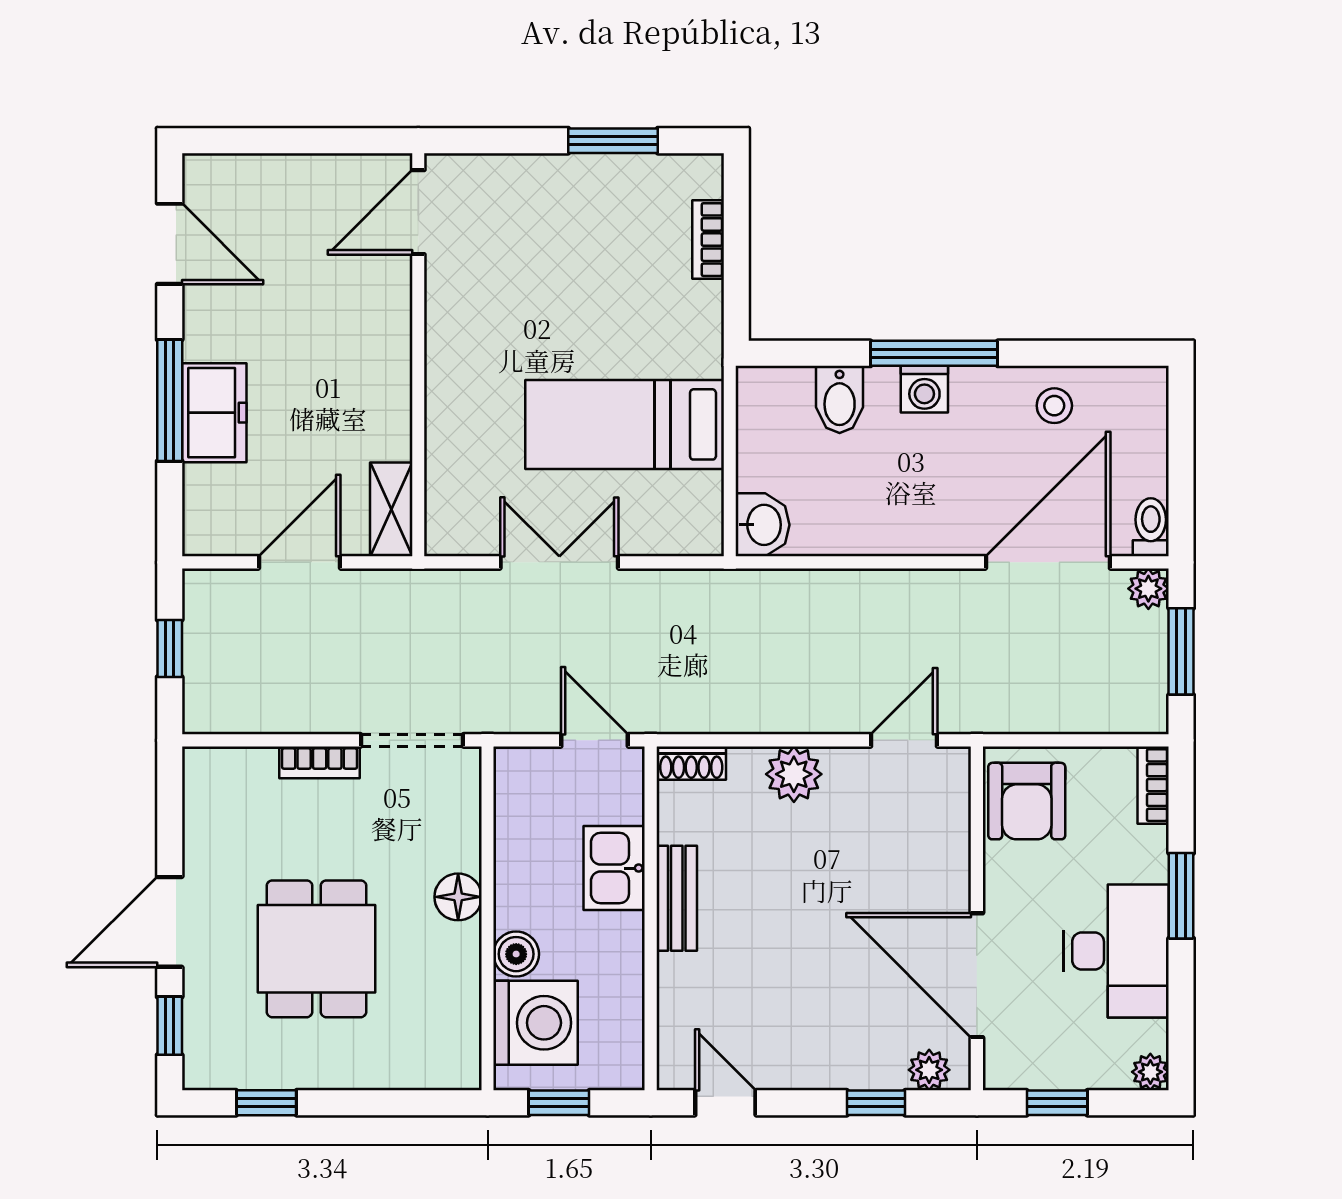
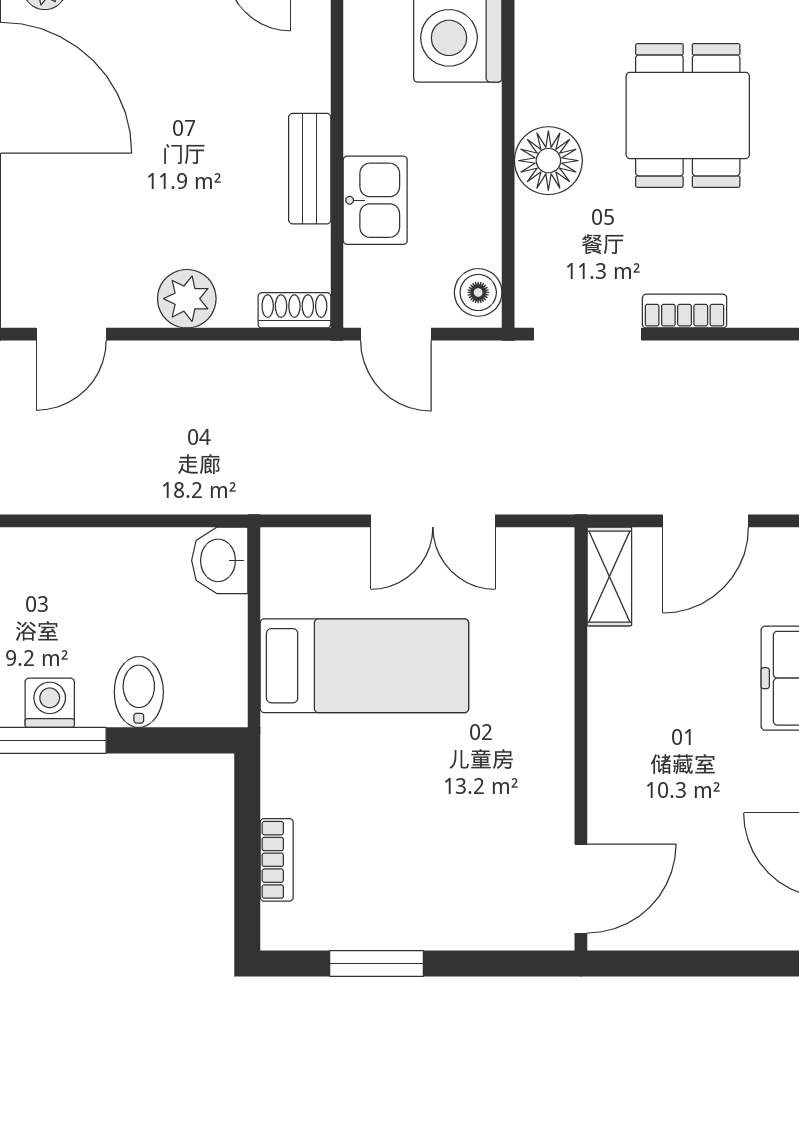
floor lamp: (458, 897) -> (548, 161), width x1.38, depth x1.38
boiler: (516, 954) -> (478, 292), moved

